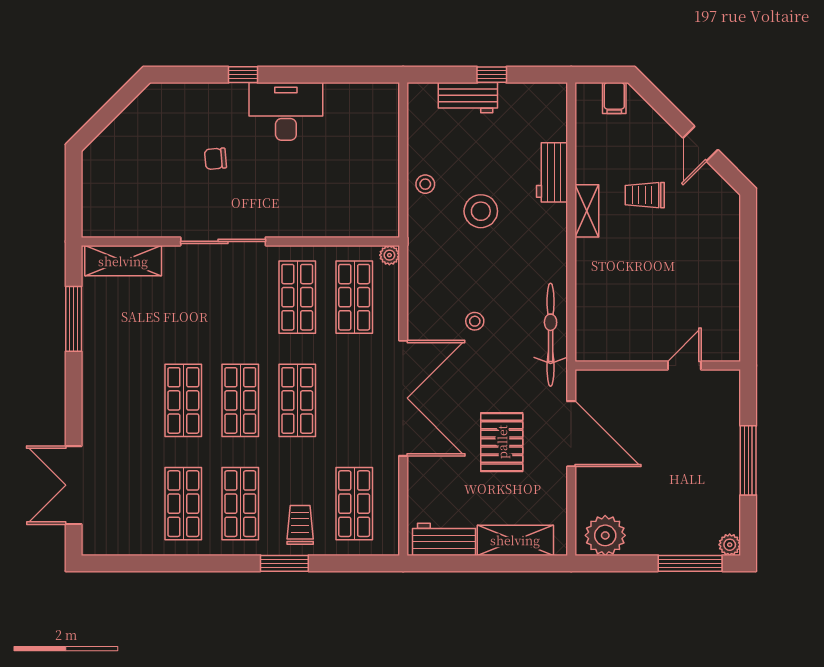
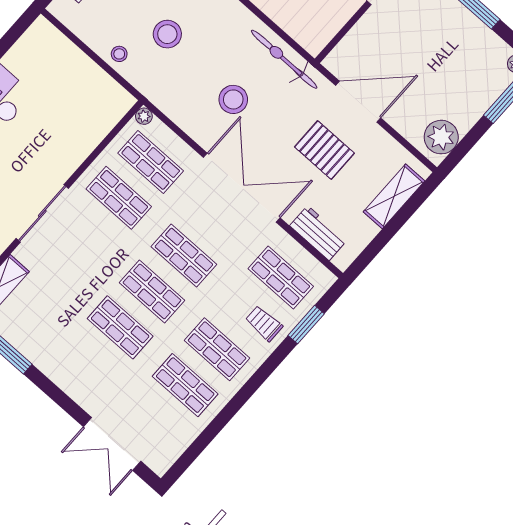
stool: (475, 321) -> (233, 99), width x1.89, depth x1.89
workbench: (444, 539) -> (318, 233), moved, turned 90
window: (284, 563) -> (306, 325), moved

